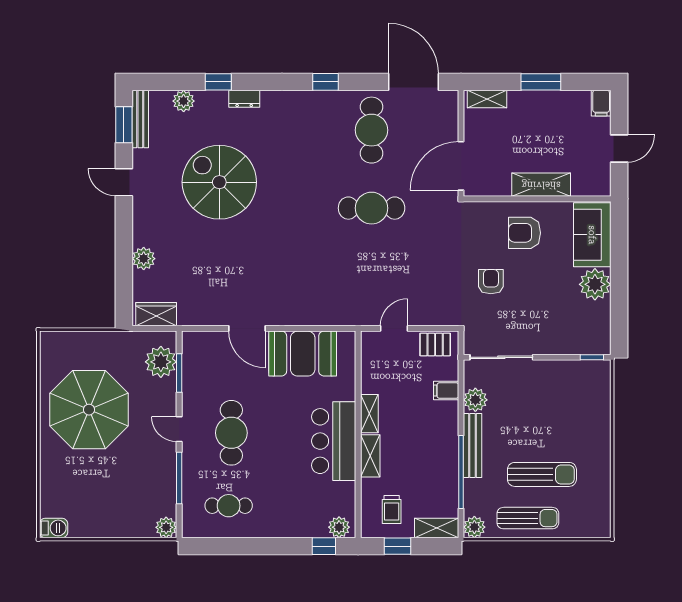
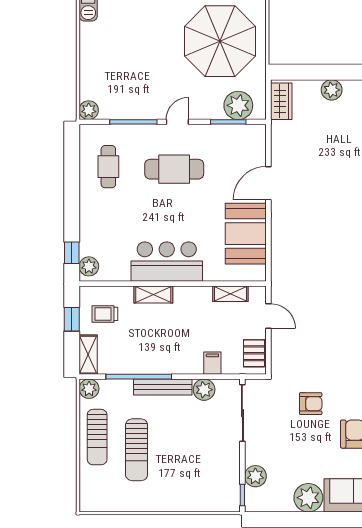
plant: (571, 343) -> (255, 476), added
parasol: (89, 410) -> (220, 41), moved
shelving: (369, 414) -> (230, 294), moved

